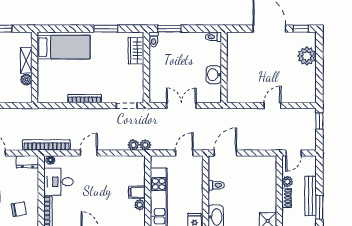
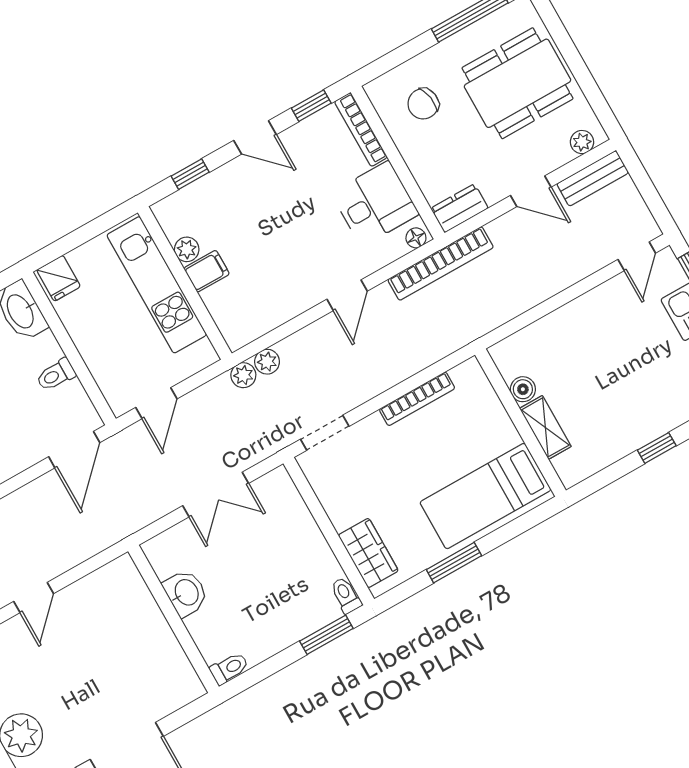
bed: (64, 47) -> (485, 496), moved
shelving: (26, 60) -> (545, 427), moved
wall: (35, 67) -> (520, 423), moved
boiler: (26, 80) -> (523, 389), moved

